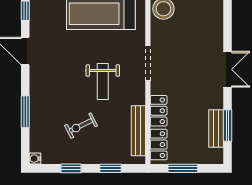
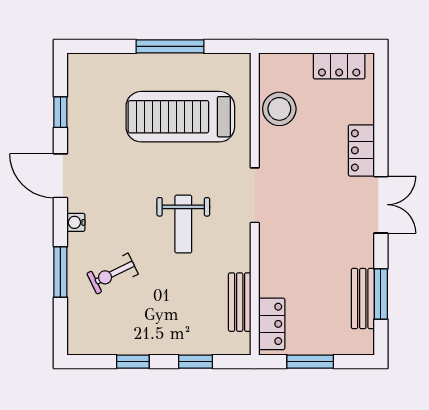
locker: (159, 111) -> (361, 150), moved, turned 180
exercise bike: (81, 126) -> (113, 274), moved
bench: (138, 131) -> (240, 302), width x0.73
water cooler: (35, 159) -> (76, 222), moved

